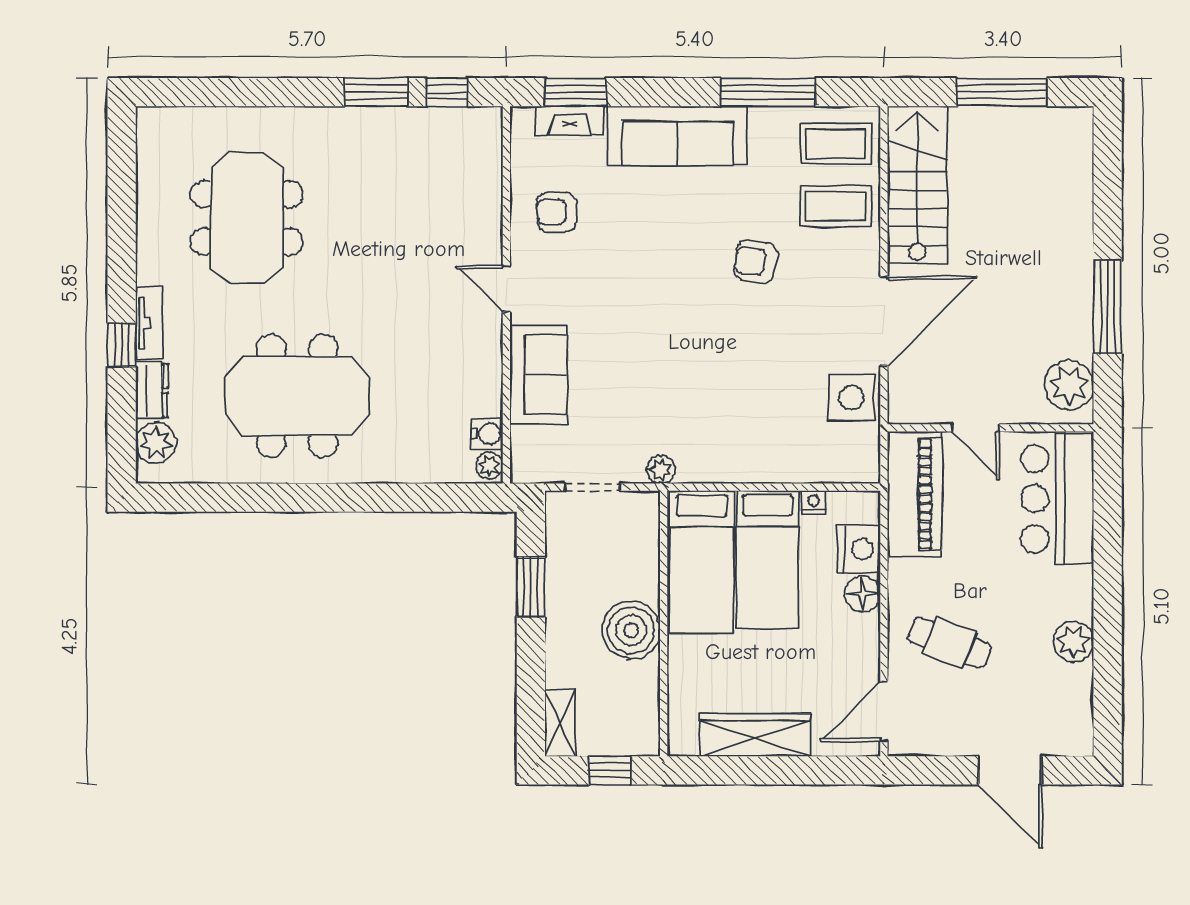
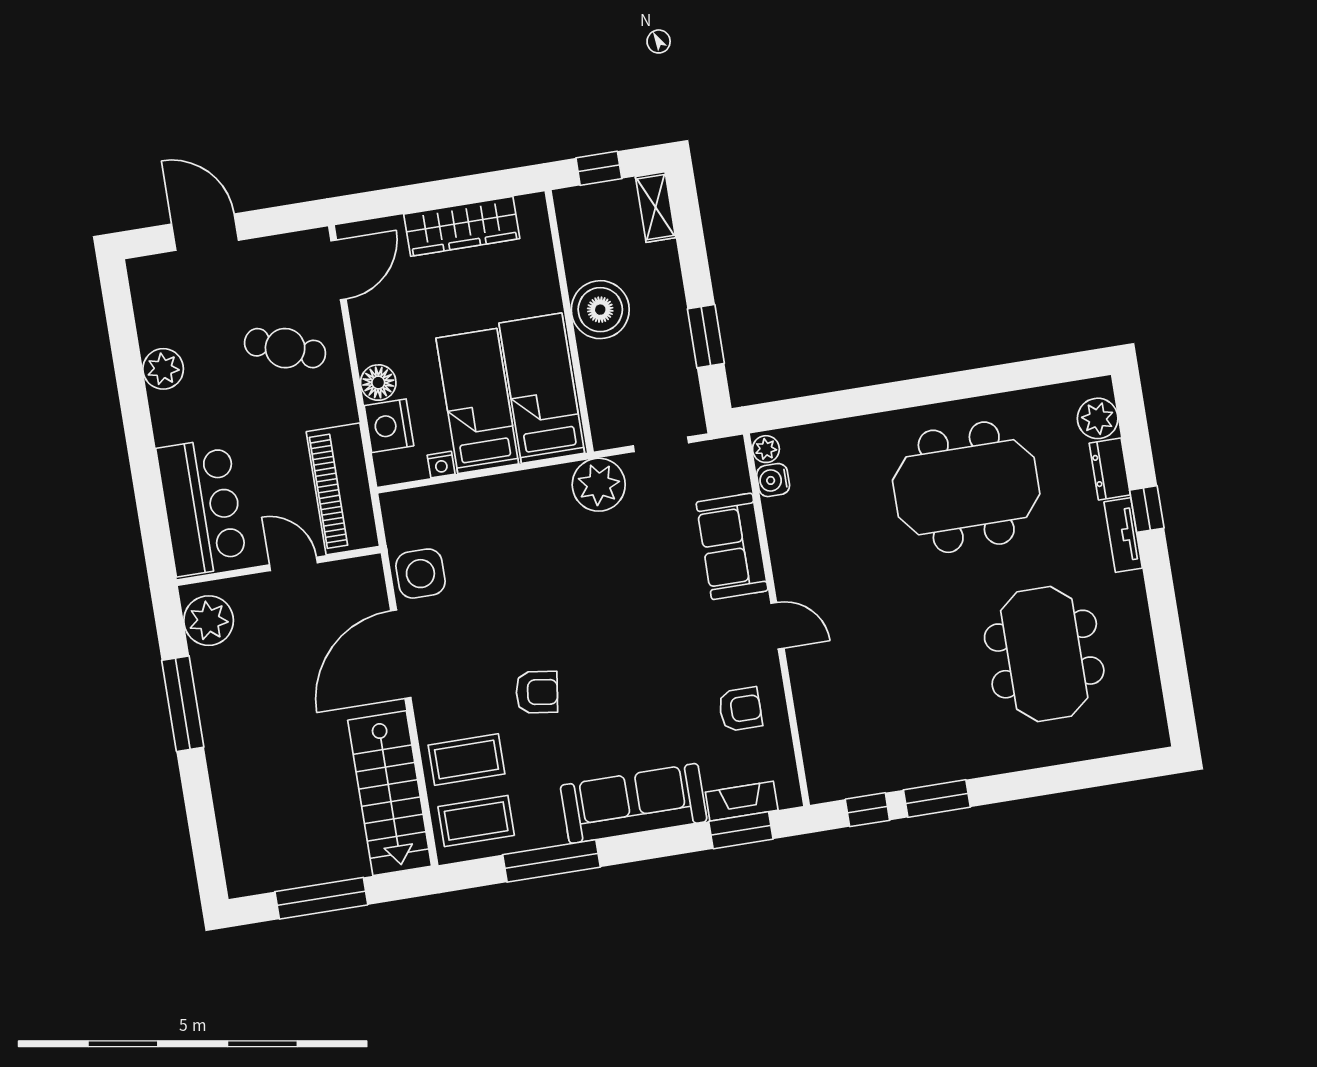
plant: (661, 470) -> (599, 485), width x1.88, depth x1.88

